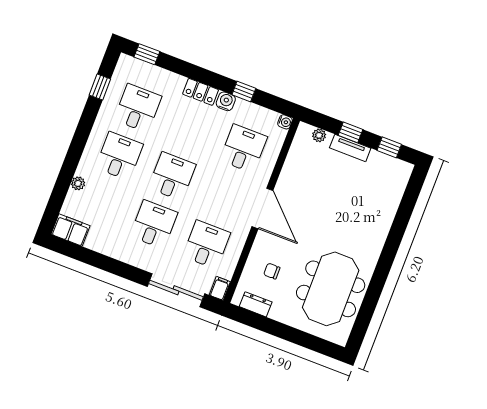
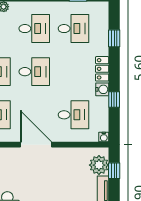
window: (147, 54) -> (114, 38), moved
window: (351, 132) -> (114, 171), moved
plant: (319, 135) -> (99, 165), width x1.87, depth x1.87
door: (262, 208) -> (36, 145), swing flipped

